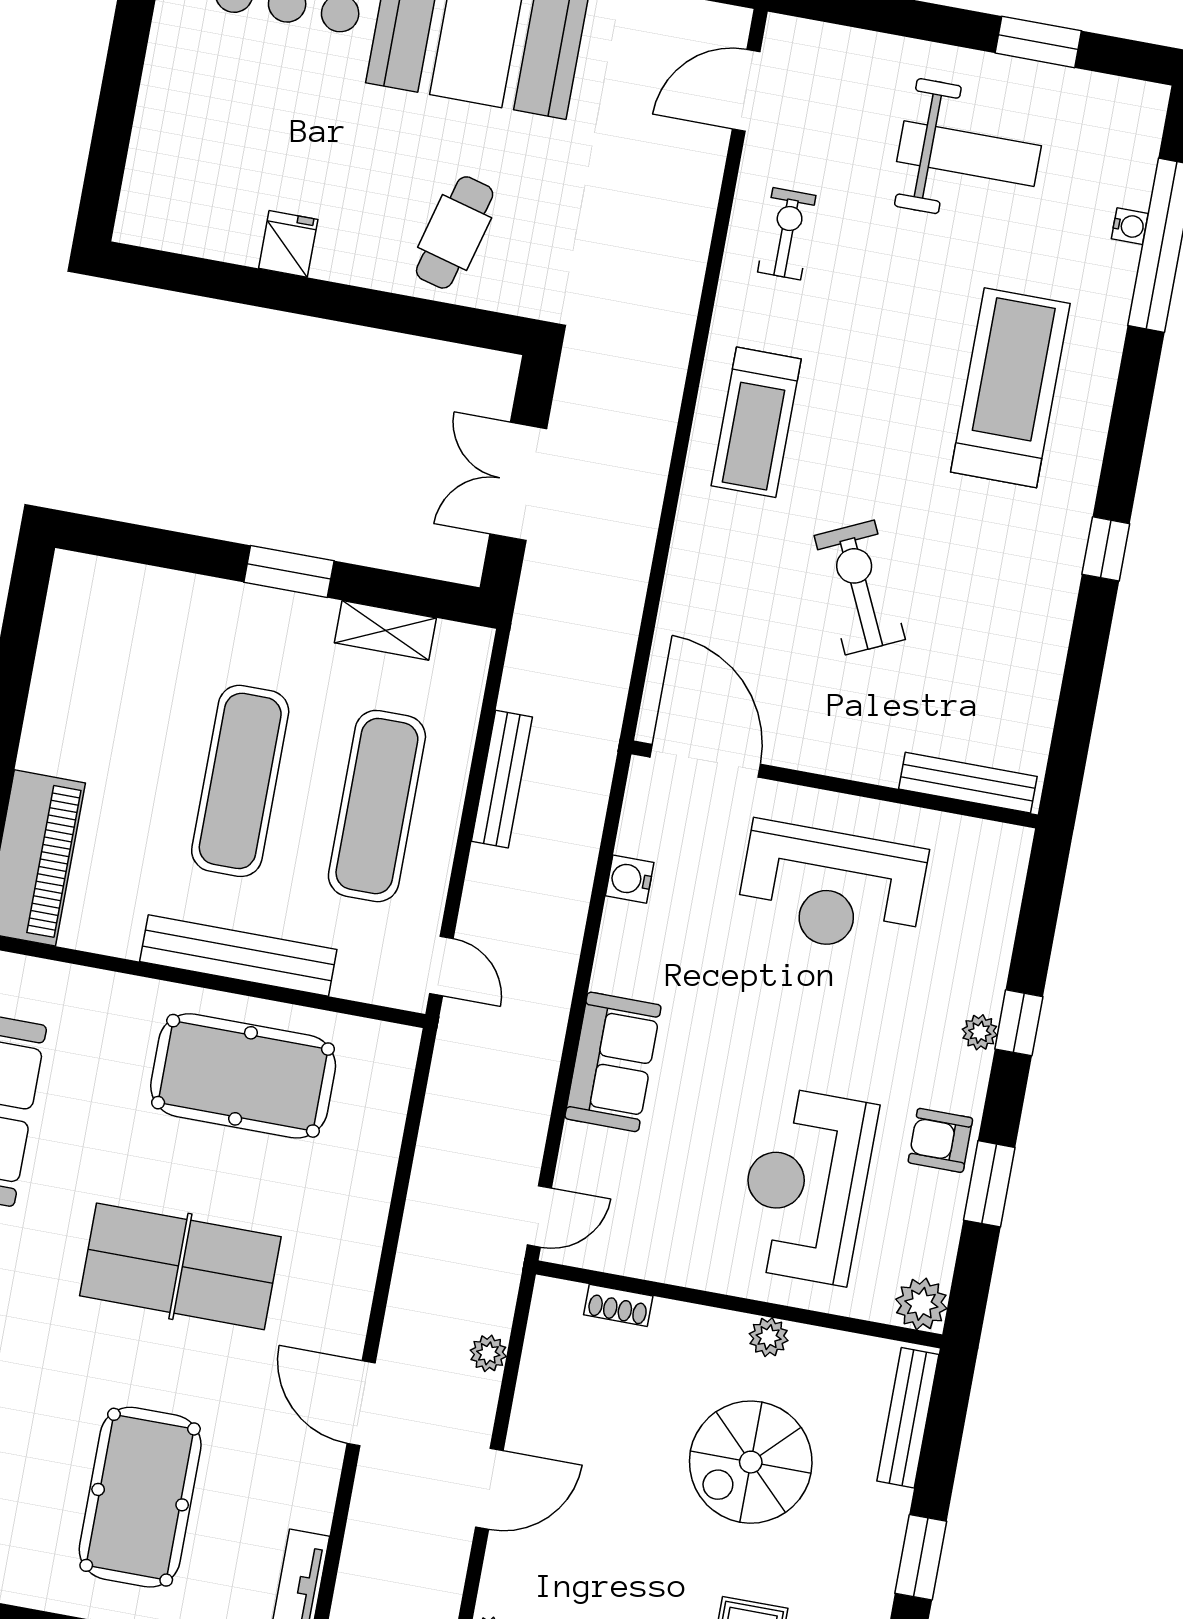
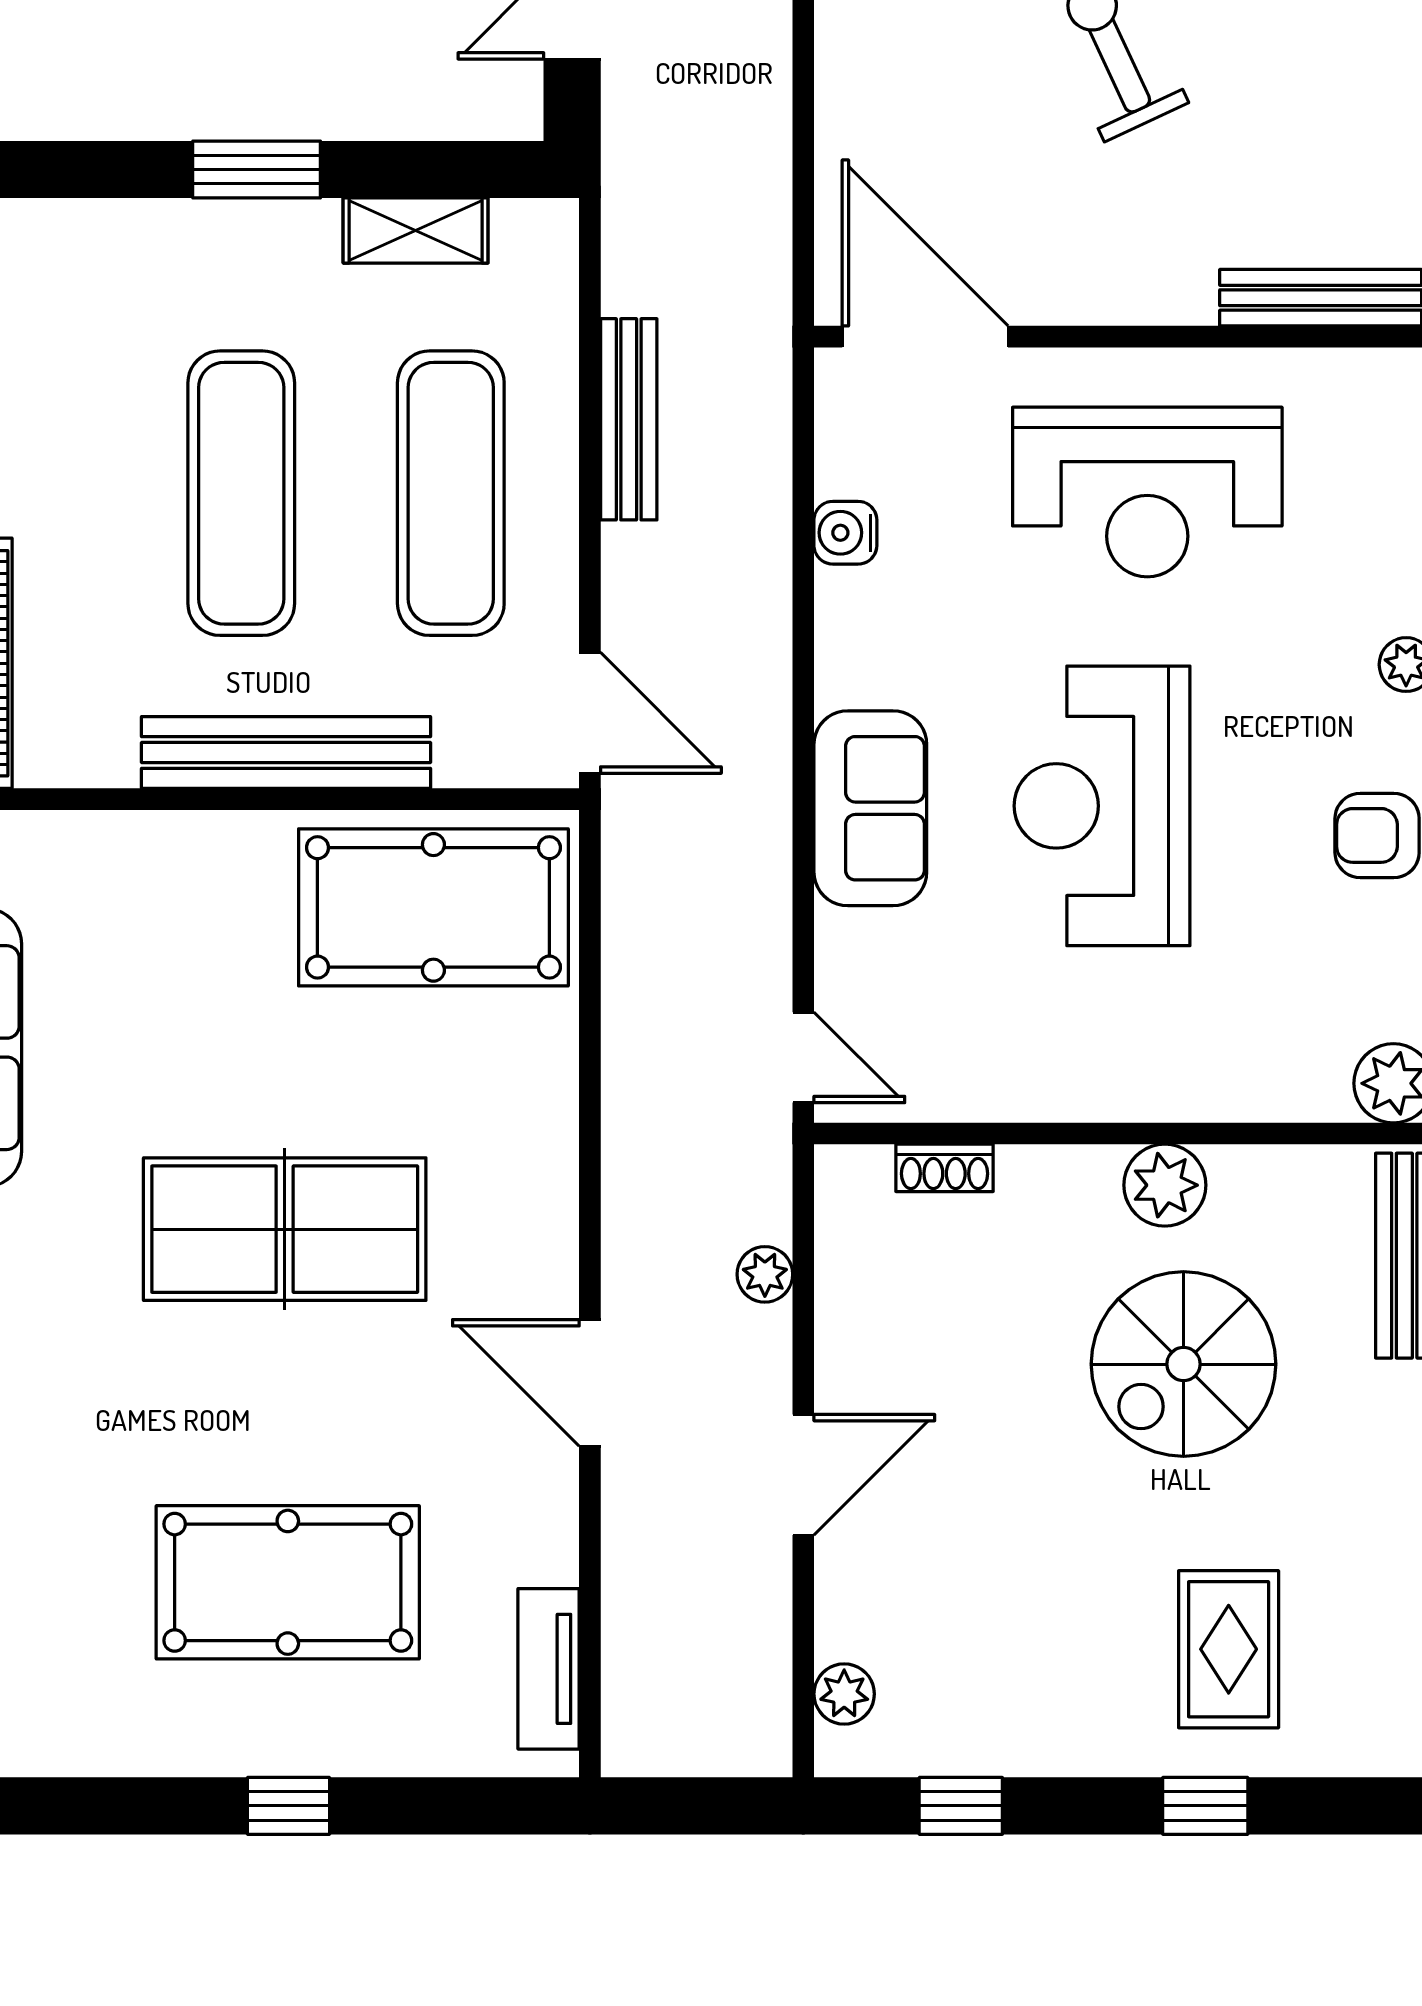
door: (441, 966) -> (590, 713), width x1.38
pool table: (243, 1076) -> (433, 907), moved
reception desk: (806, 1186) -> (1102, 806), moved
door: (539, 1216) -> (803, 1057), hinge flipped
plant: (769, 1337) -> (1165, 1185), width x1.38, depth x1.38
pool table: (140, 1497) -> (288, 1582), turned 90

